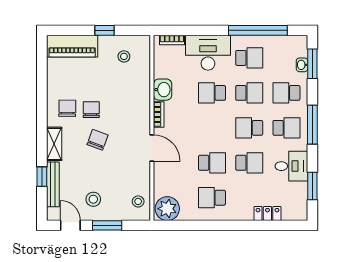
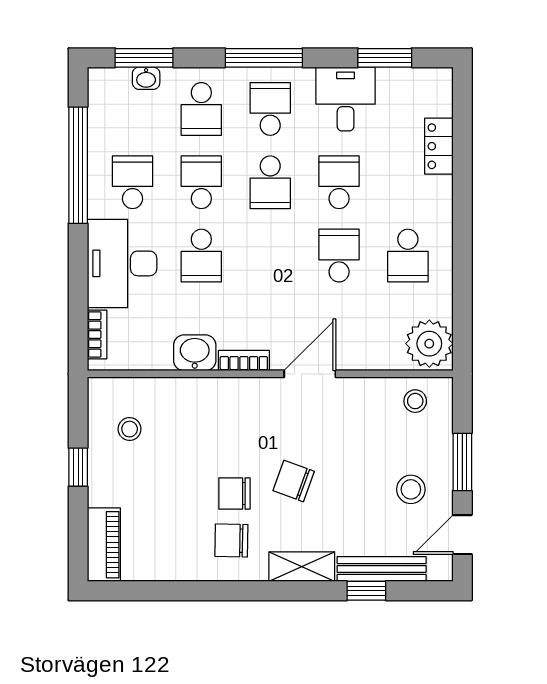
piano: (72, 46) -> (104, 545), width x0.73, depth x0.75

